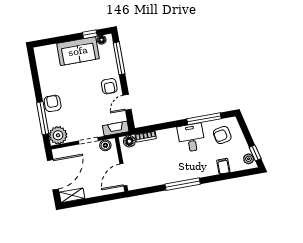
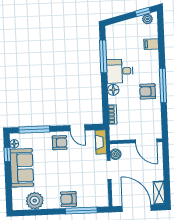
plant: (58, 135) -> (35, 201), moved
armchair: (222, 135) -> (148, 91), moved, turned 101
floor lamp: (129, 141) -> (113, 90), moved

